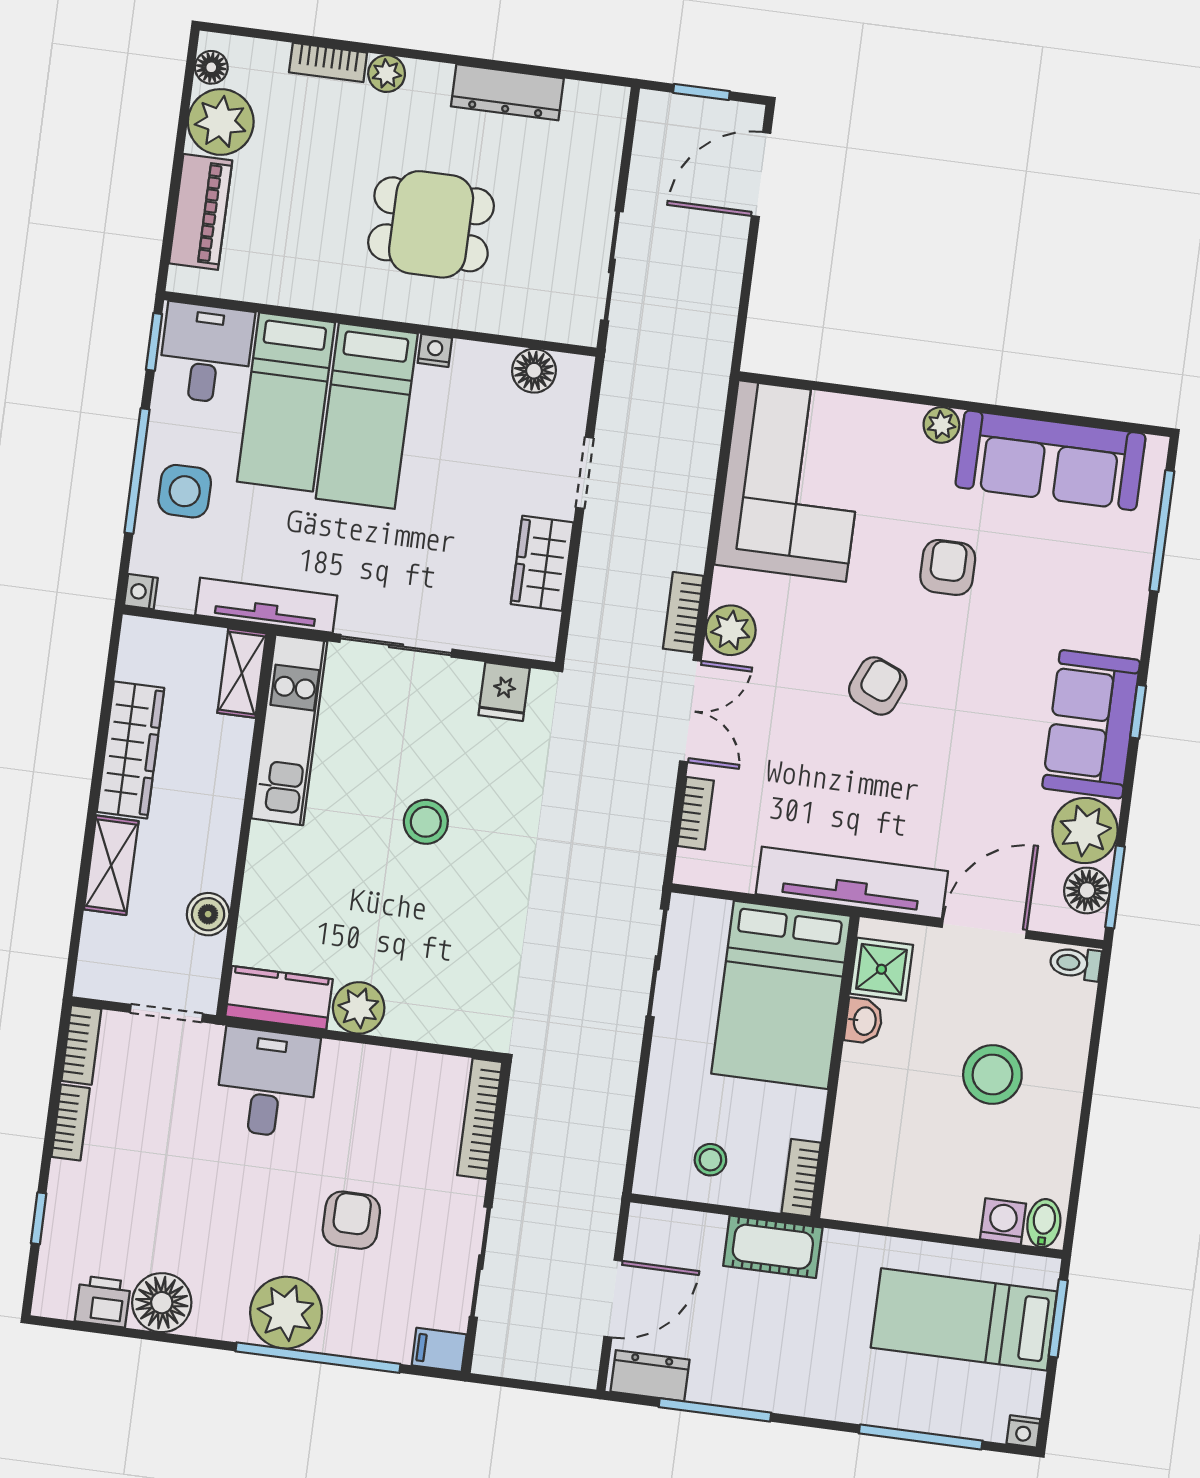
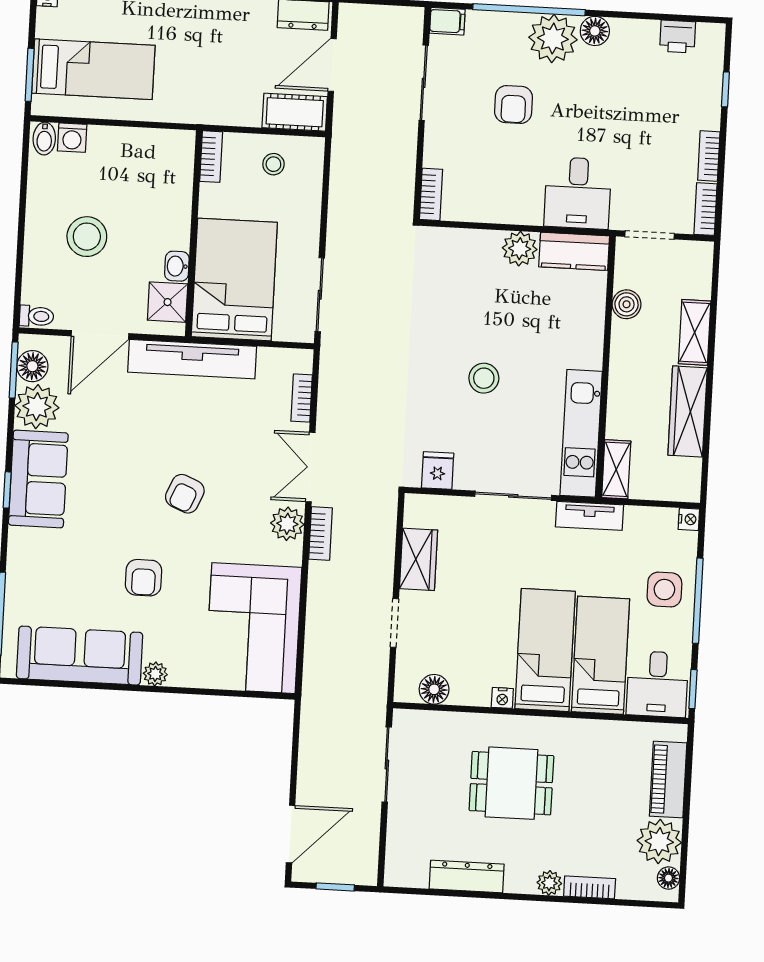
tv unit: (266, 605) -> (590, 516), width x0.71
bookcase: (480, 1119) -> (431, 194), width x0.64
cot: (773, 1247) -> (295, 112), moved
floor lamp: (162, 1303) -> (595, 31), moved, width x0.73, depth x0.73

